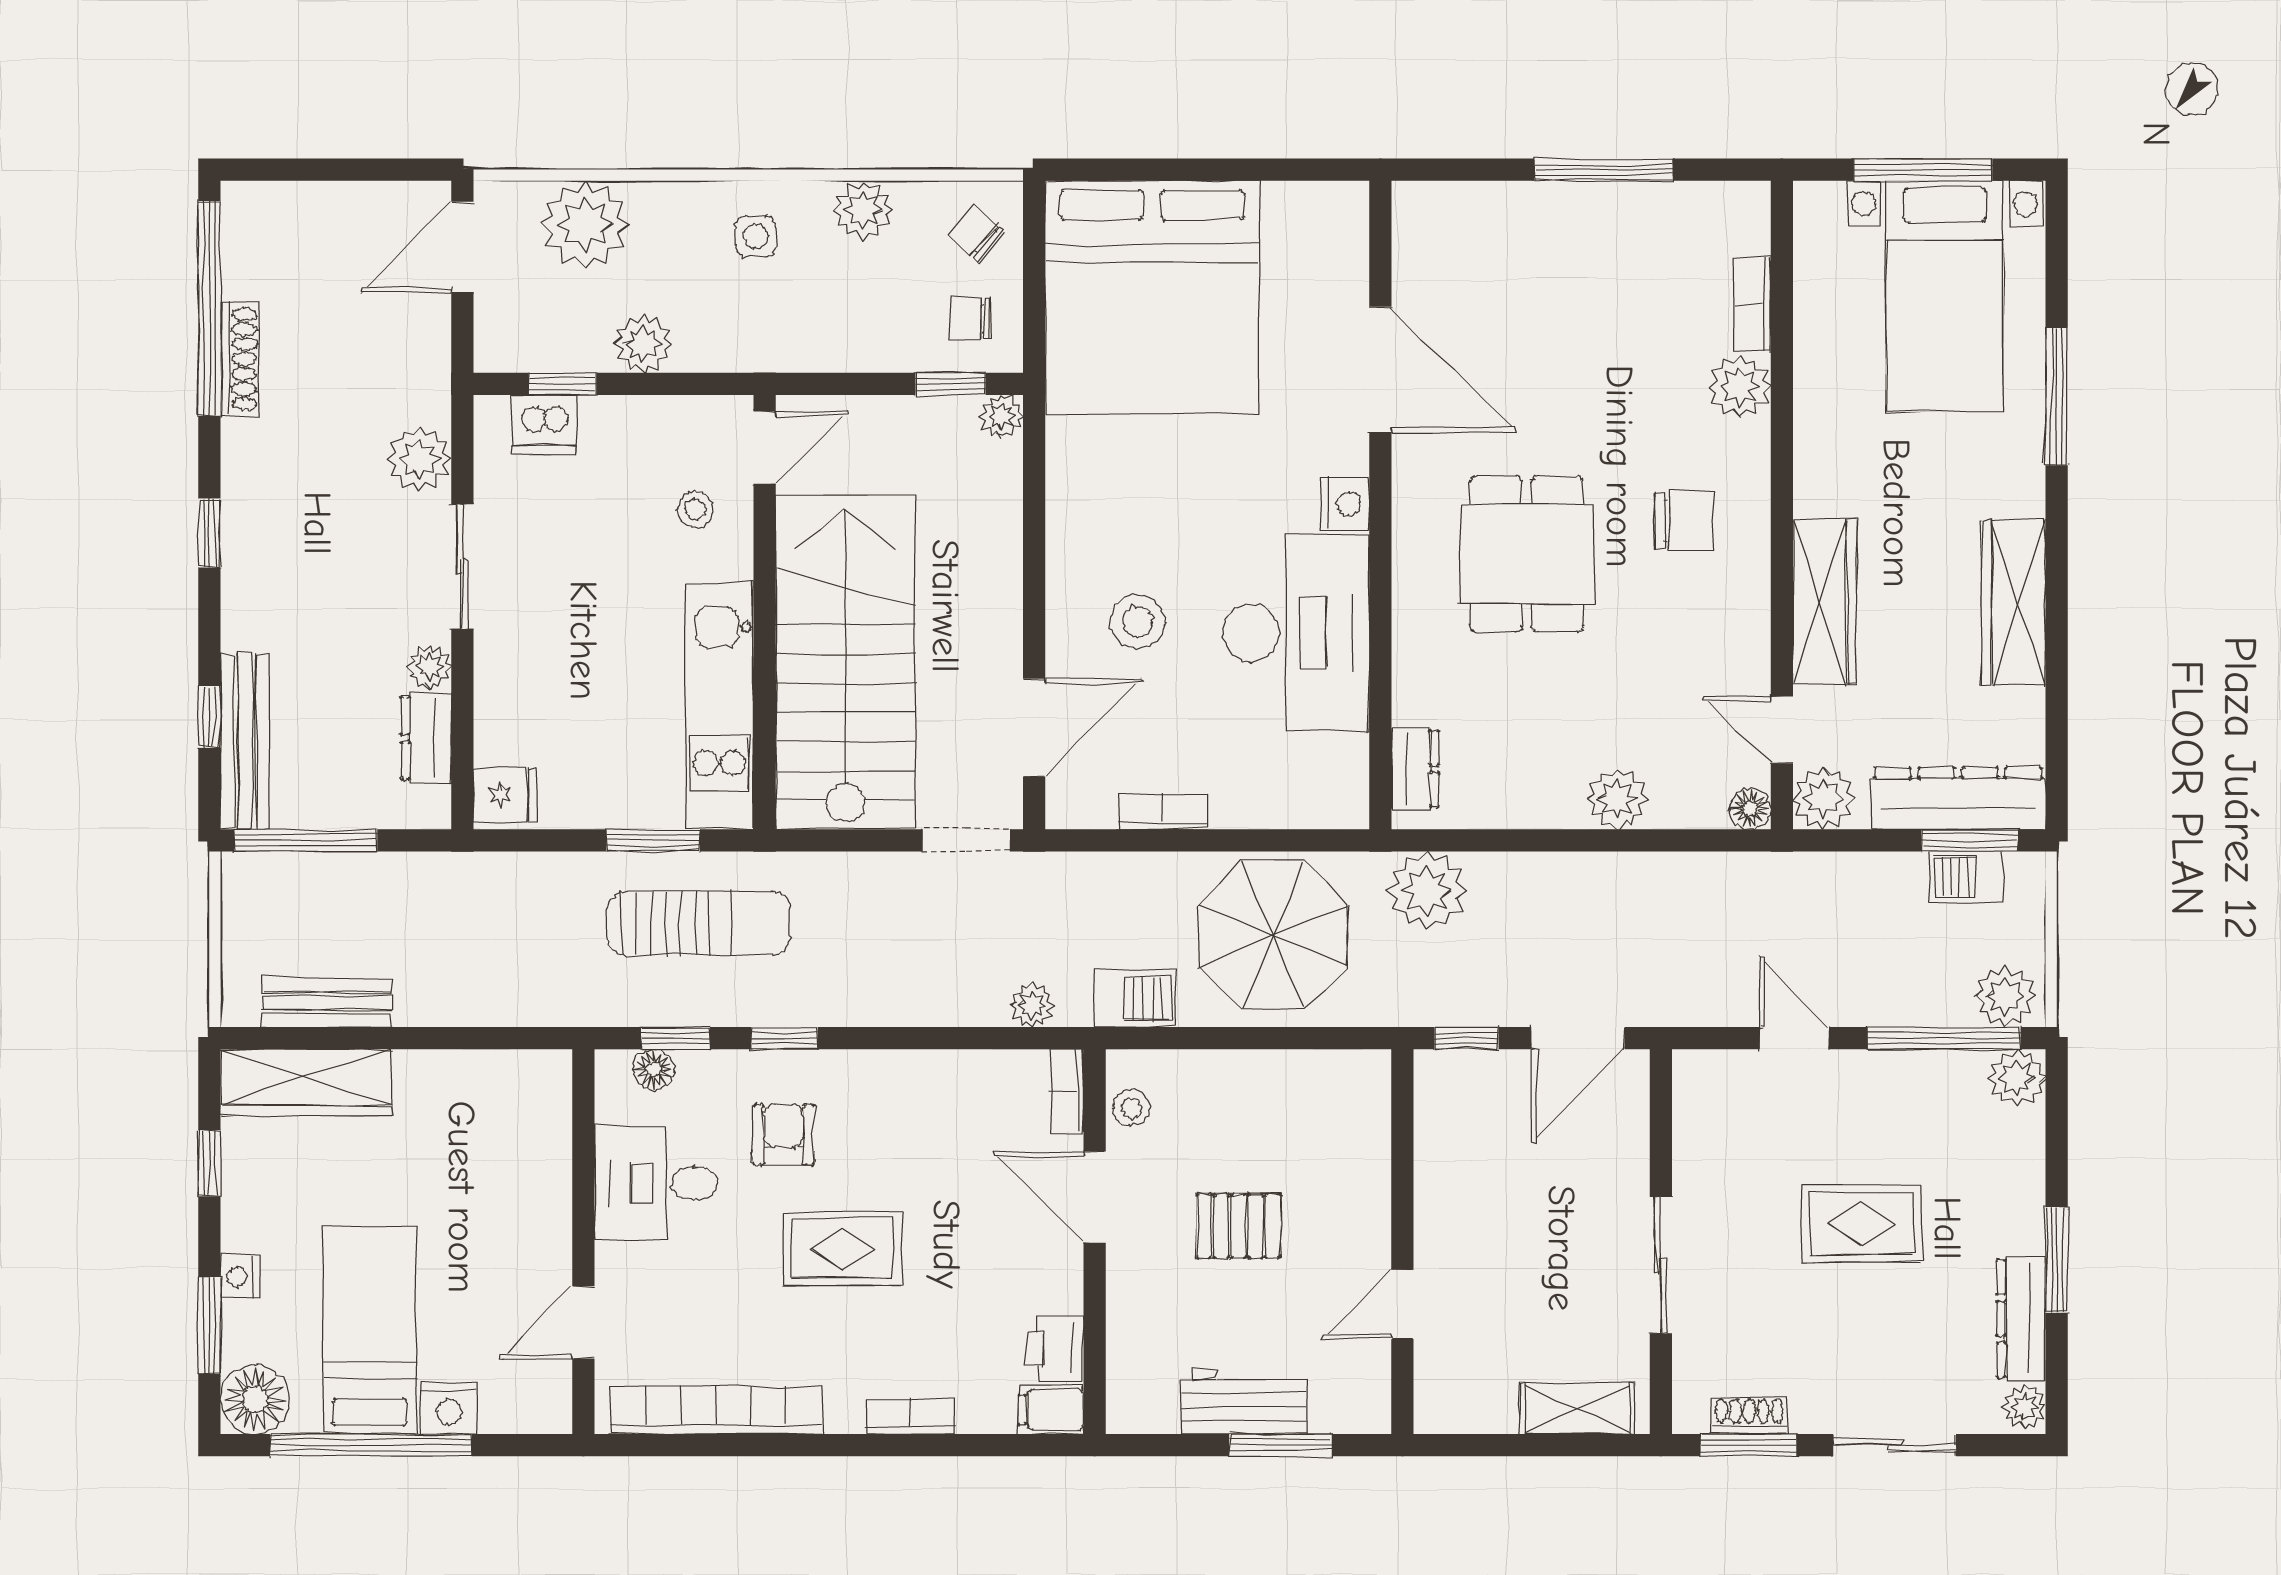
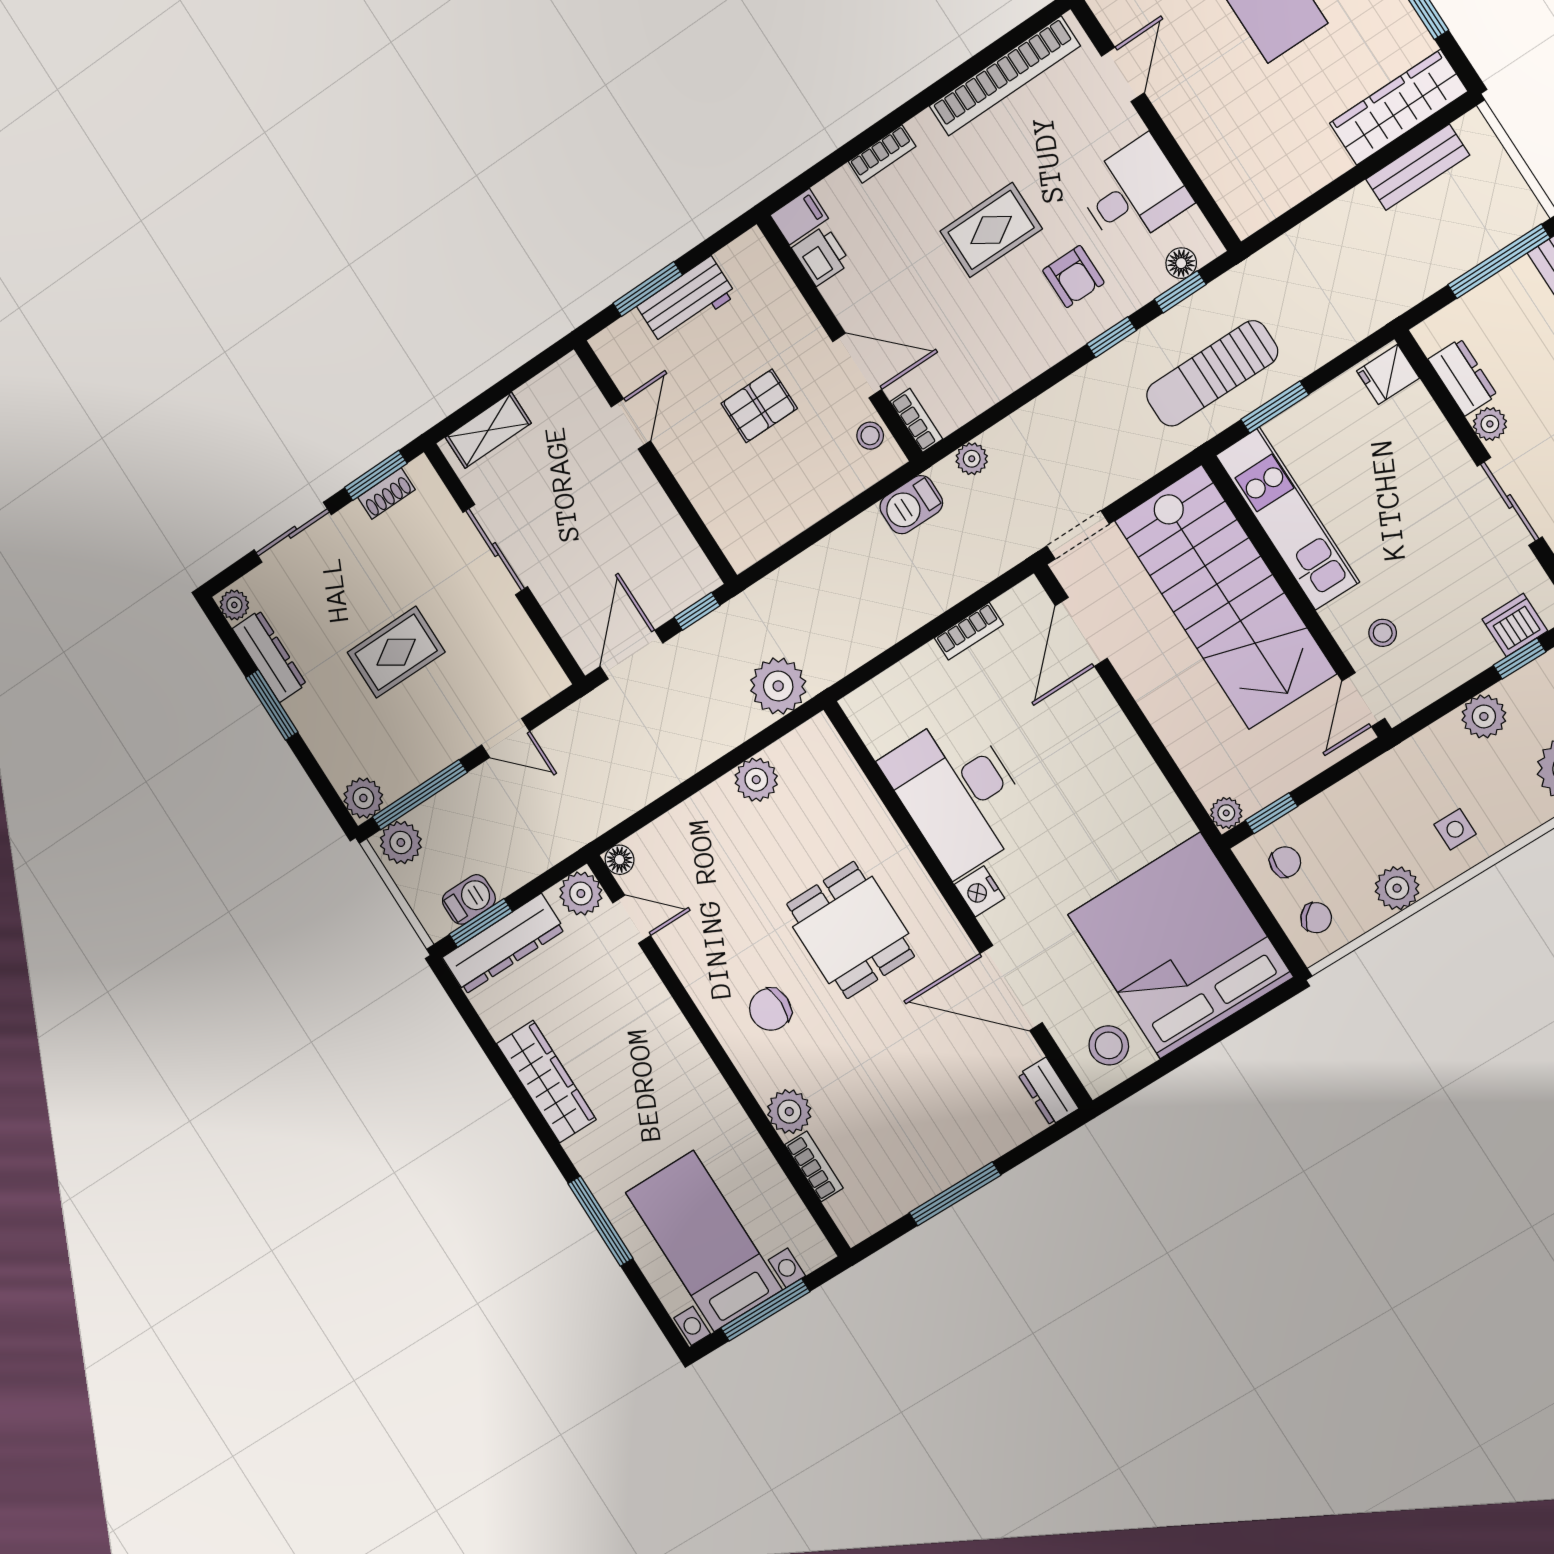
wardrobe: (1825, 601) -> (656, 1013), removed
stool: (1137, 622) -> (1109, 1045), moved
dresser: (1415, 769) -> (1048, 1092), moved
plant: (1617, 799) -> (756, 780), moved
parasol: (1273, 936) -> (853, 598), removed

